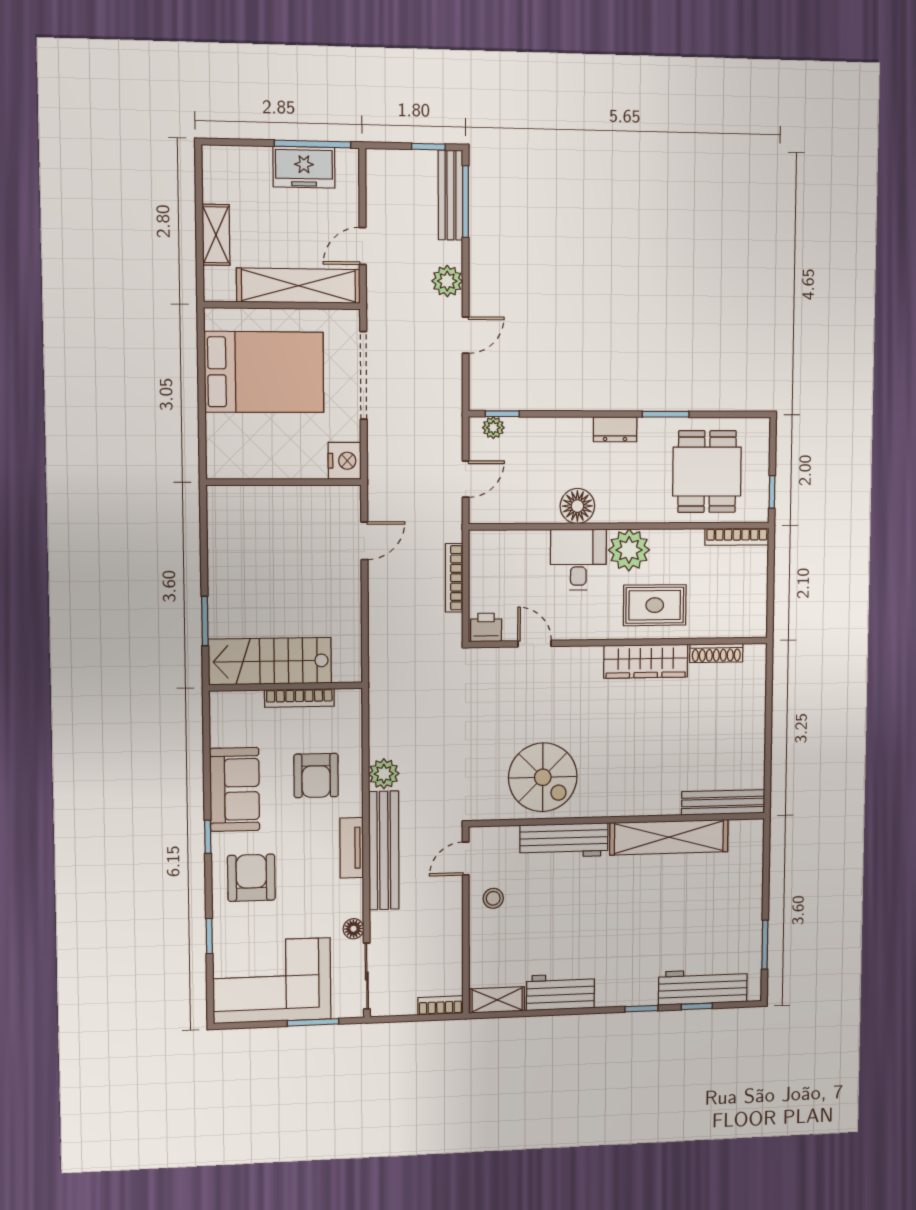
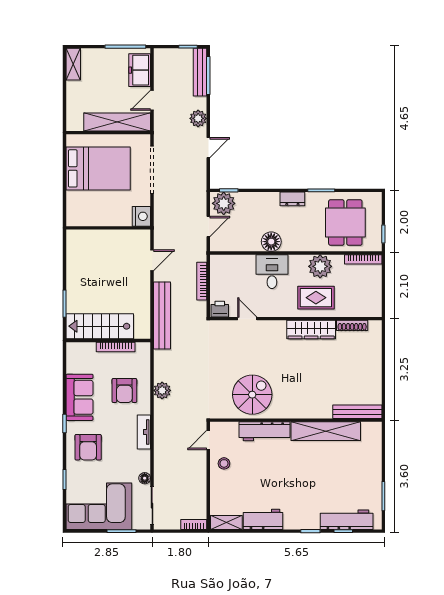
freezer: (304, 167) -> (140, 70), moved, turned 90
shelving: (216, 235) -> (73, 64), moved
plant: (493, 428) -> (224, 203), width x1.88, depth x1.88
plant: (629, 550) -> (320, 266), moved
spiral stairs: (543, 777) -> (252, 395), turned -90
bench: (384, 850) -> (162, 316), moved
armchair: (251, 878) -> (88, 447), turned 180

